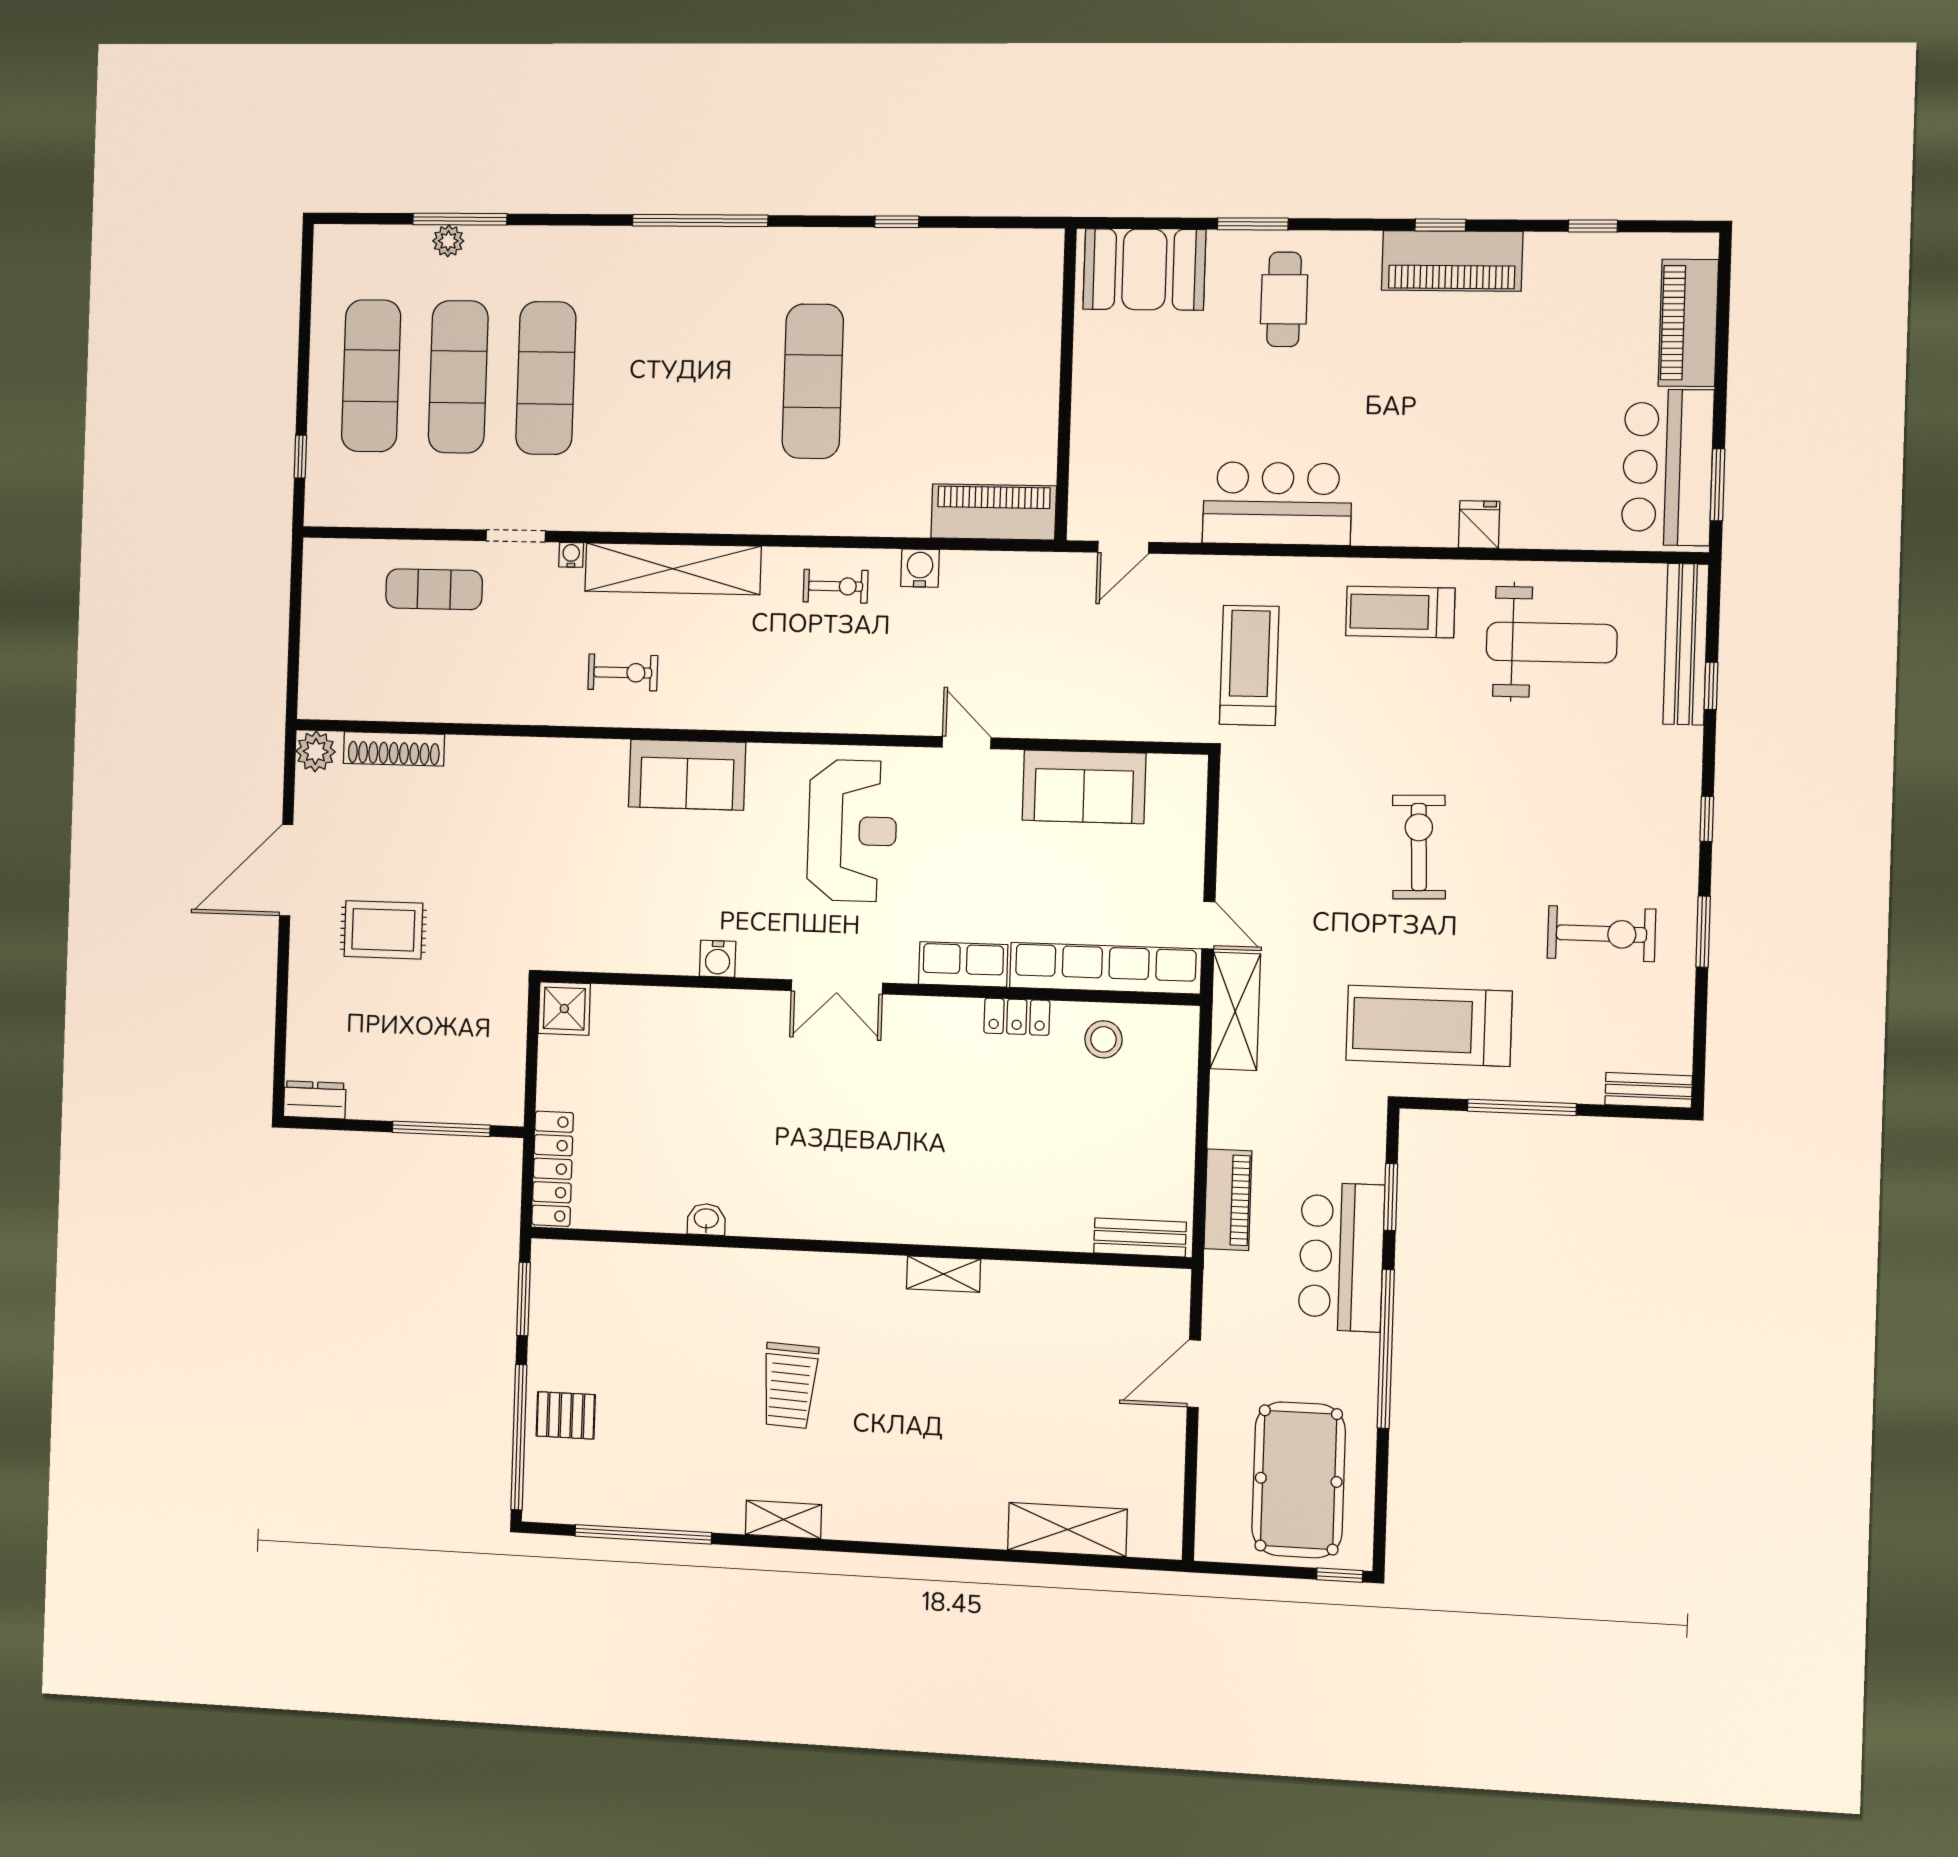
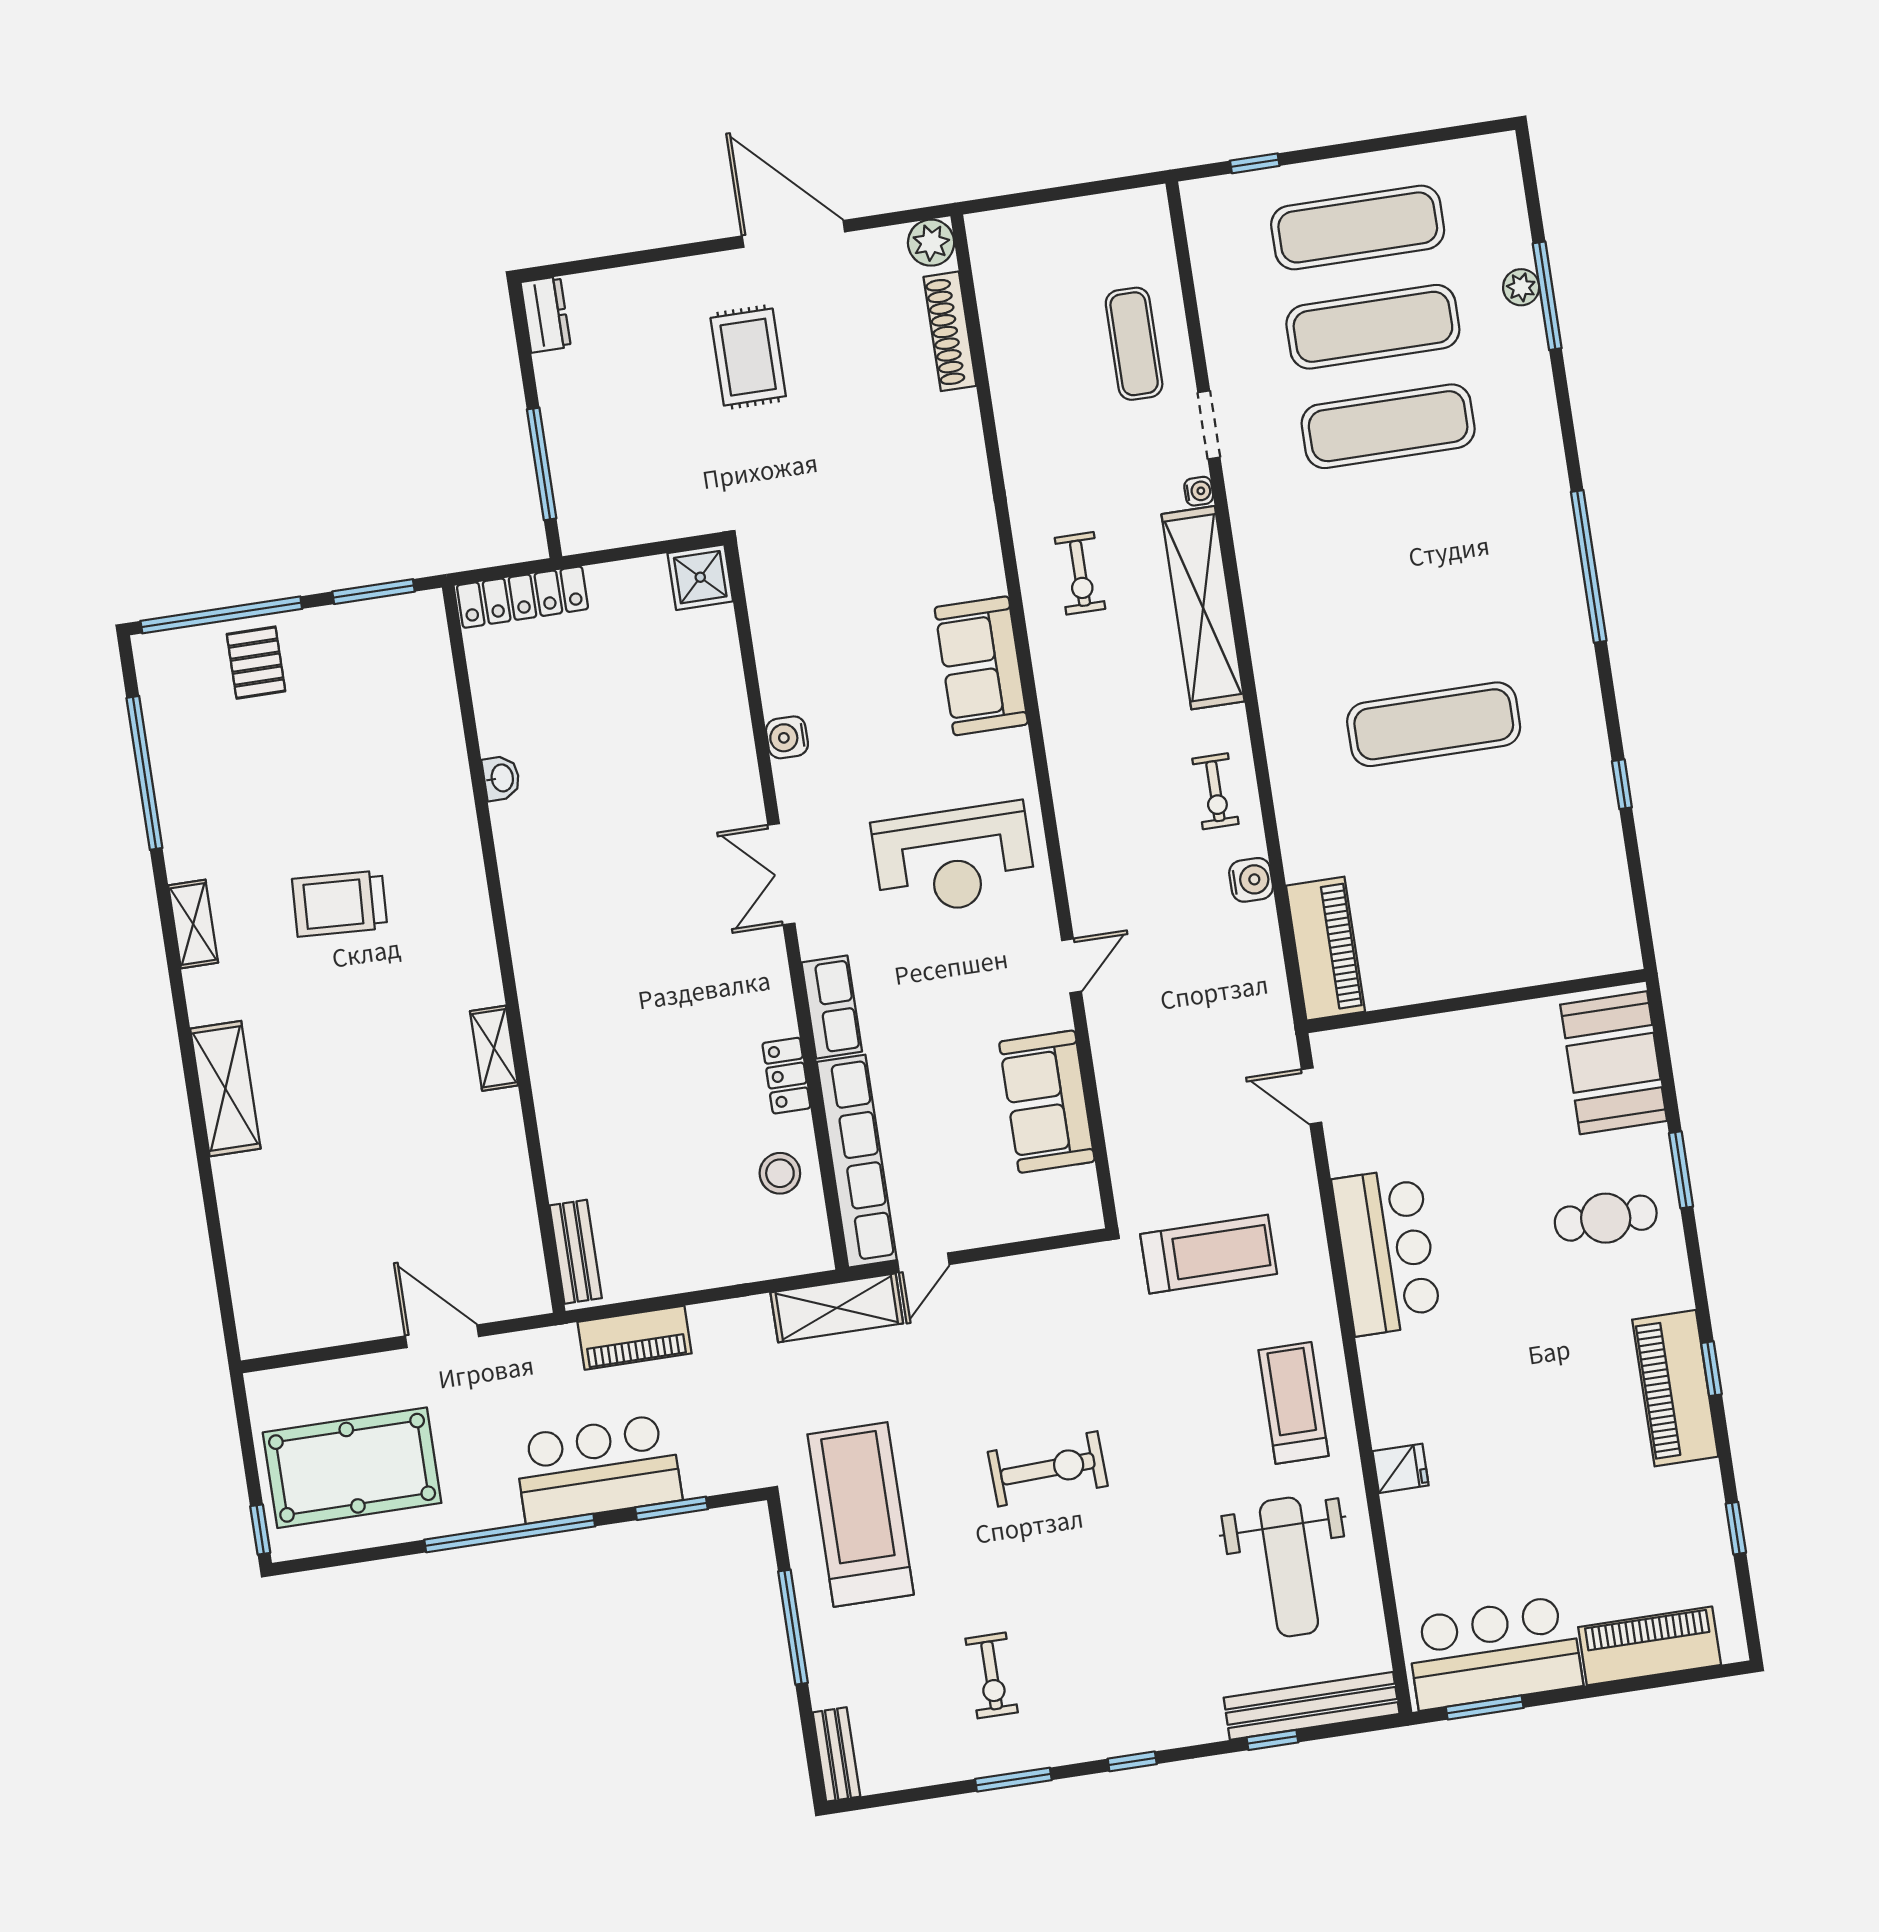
exercise bike: (1601, 934) -> (992, 1675), width x0.73, depth x0.72
shelving: (1067, 1530) -> (225, 1089), moved

